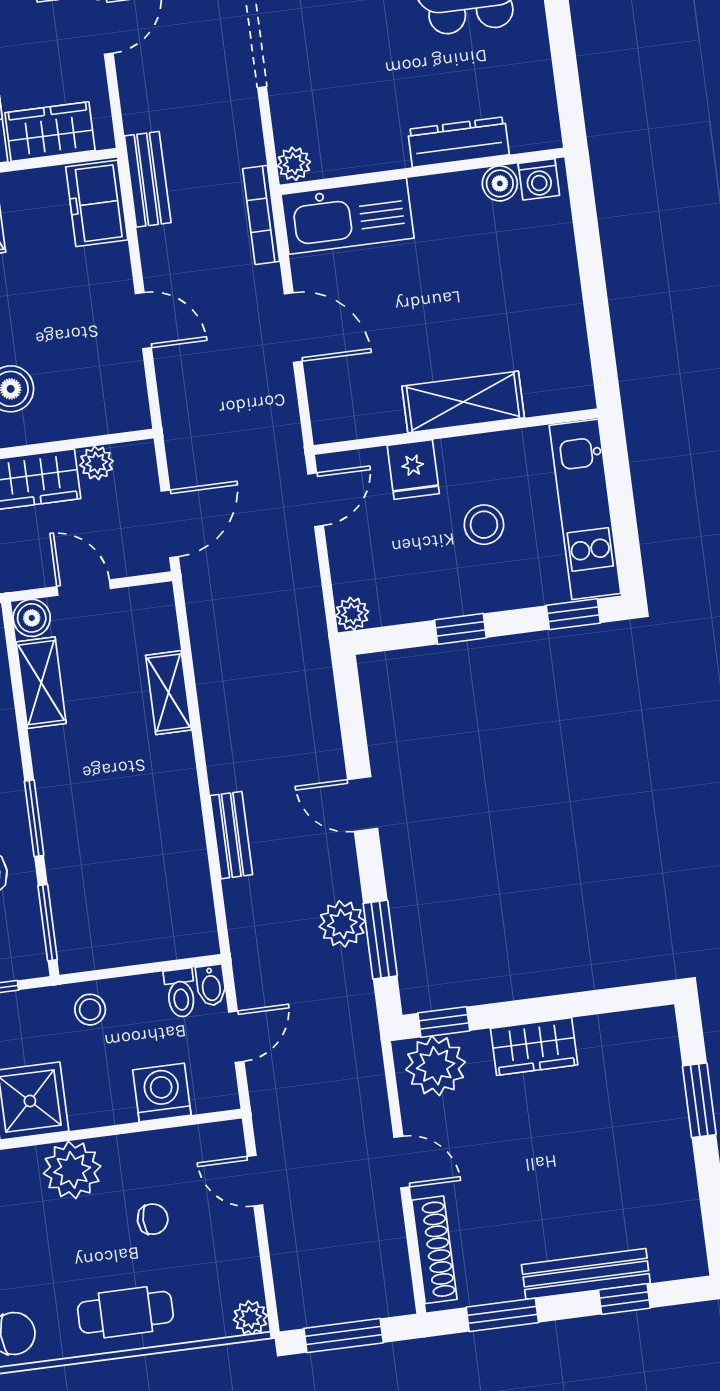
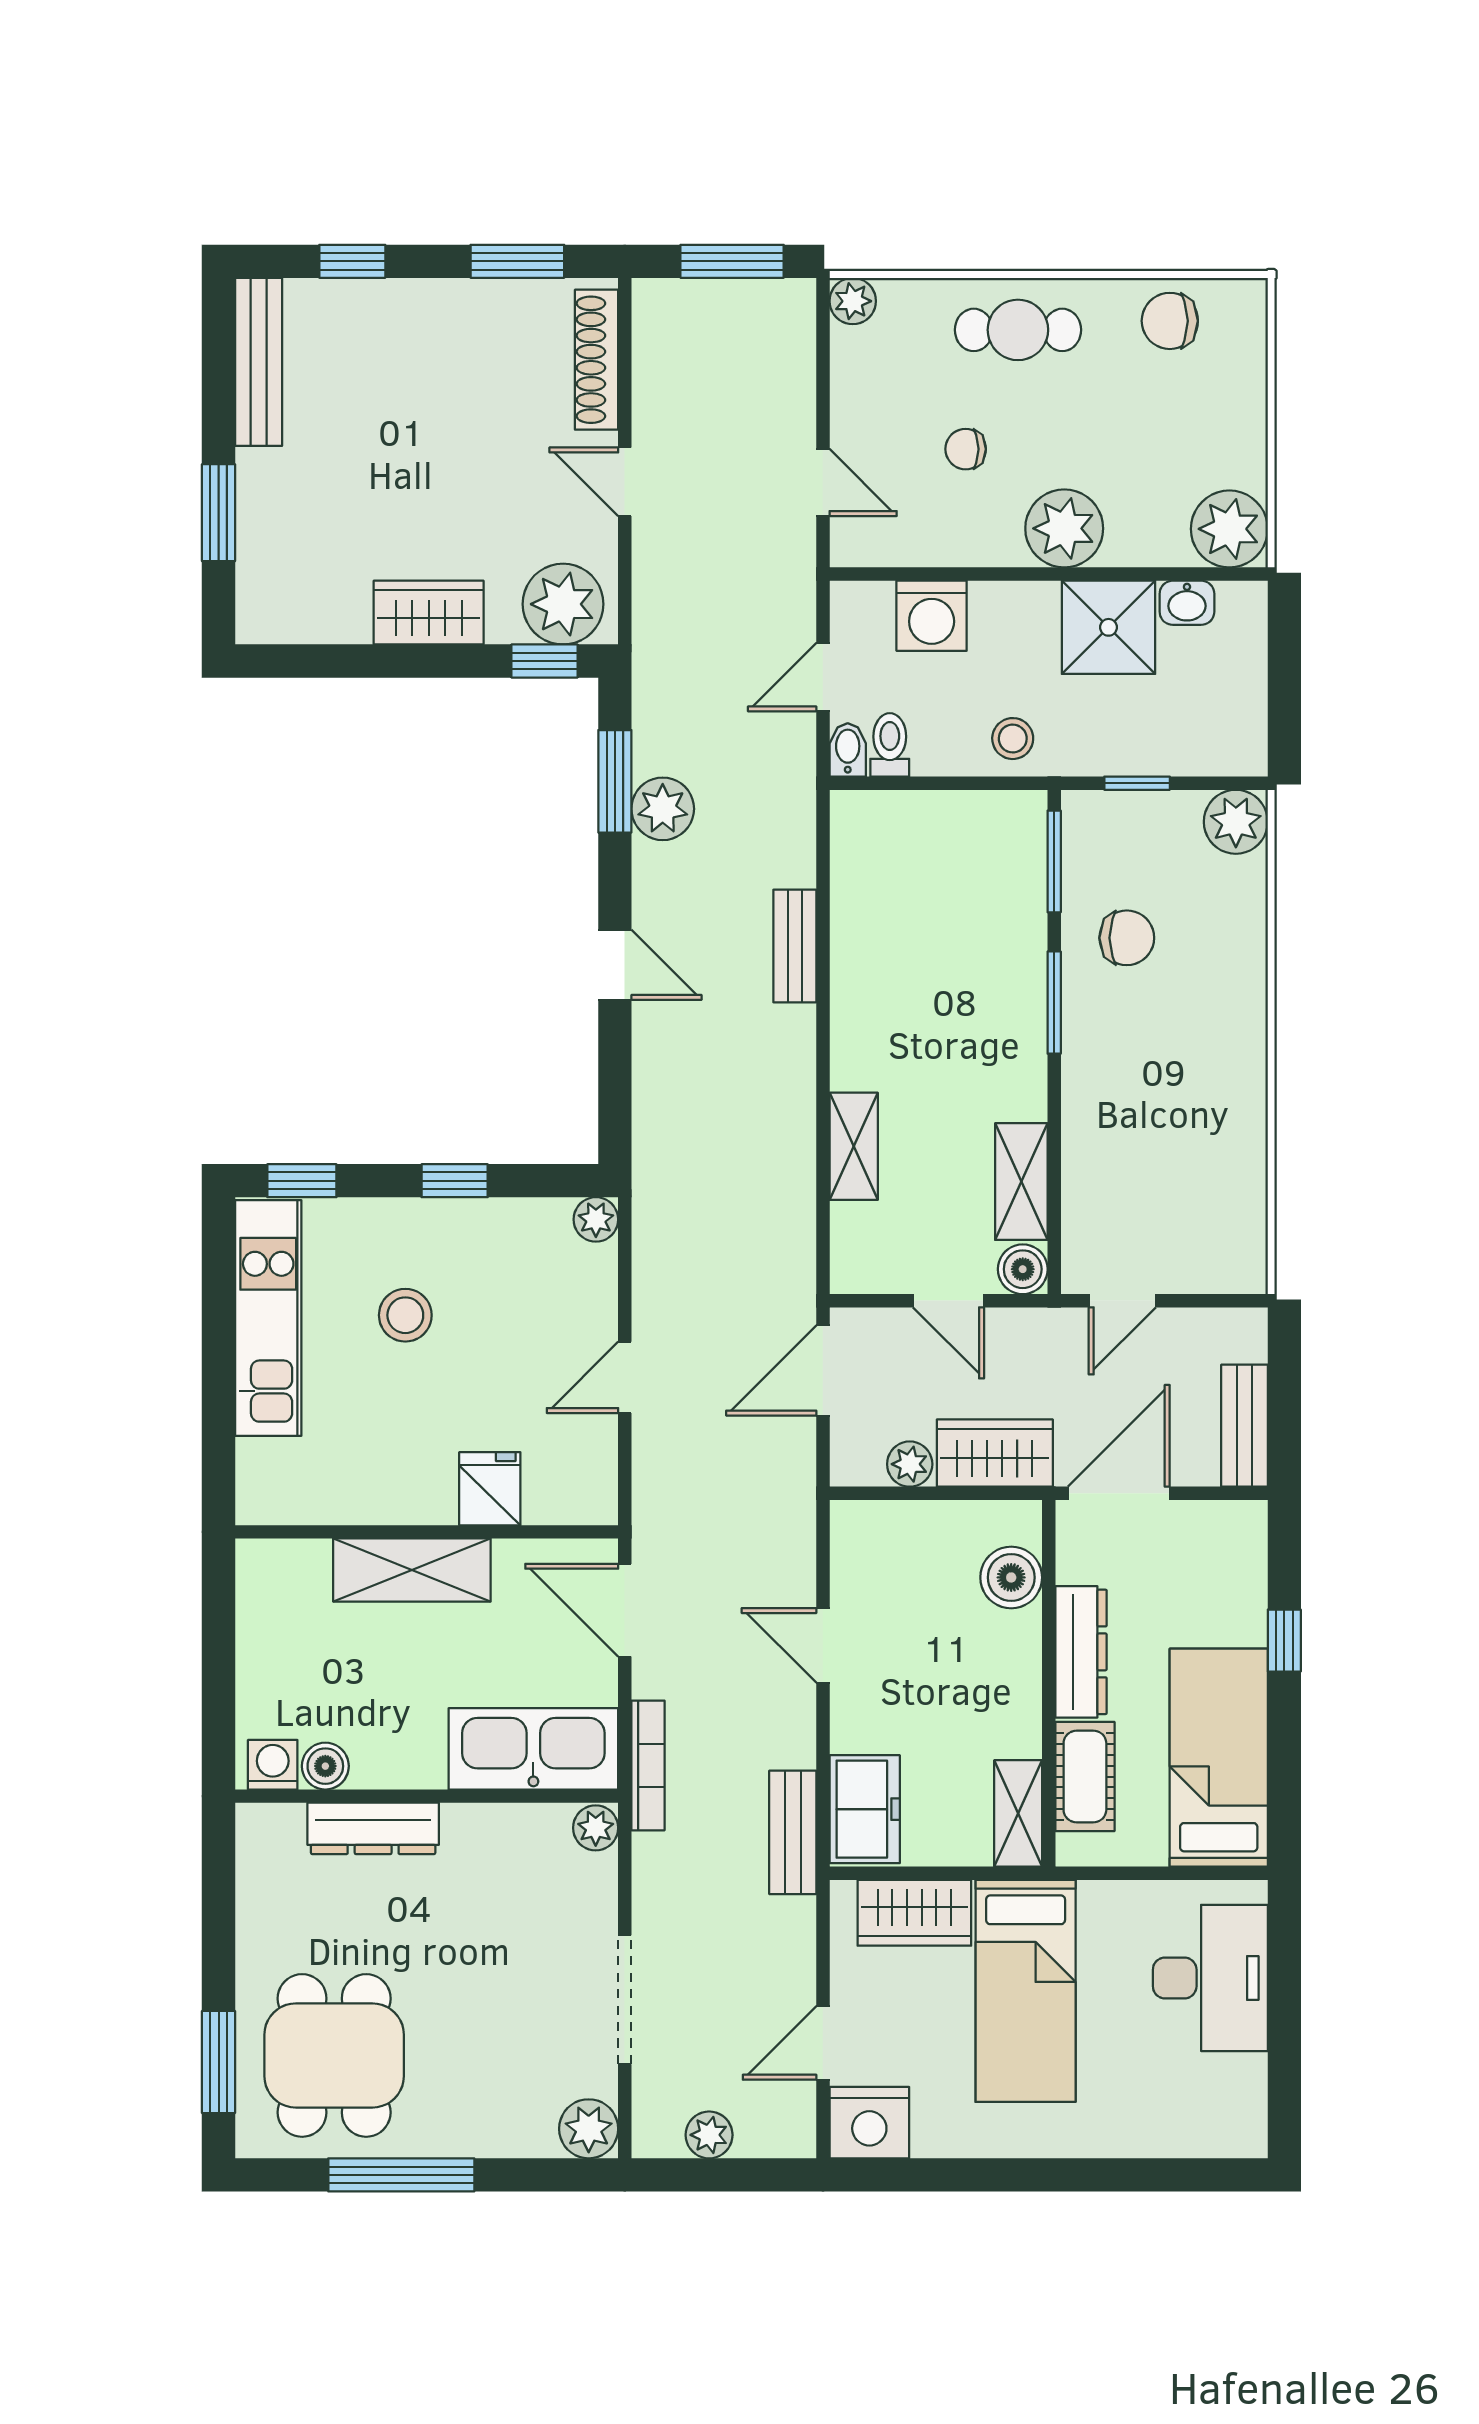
shelving: (463, 402) -> (412, 1570), moved
wall: (456, 432) -> (427, 1532), moved
fridge: (413, 470) -> (490, 1489), moved
bench: (586, 1274) -> (259, 362), moved, turned 90

